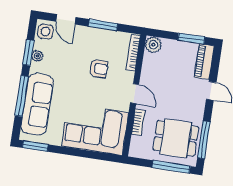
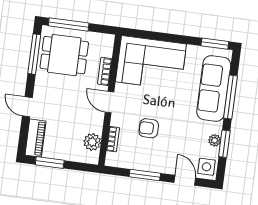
plant: (153, 45) -> (92, 142), moved
bookcase: (133, 53) -> (113, 139), width x0.64

